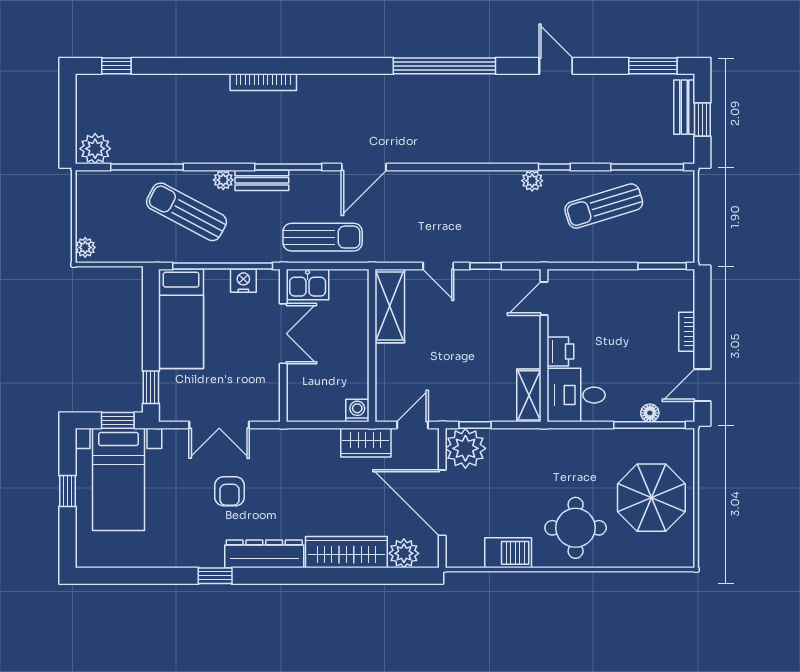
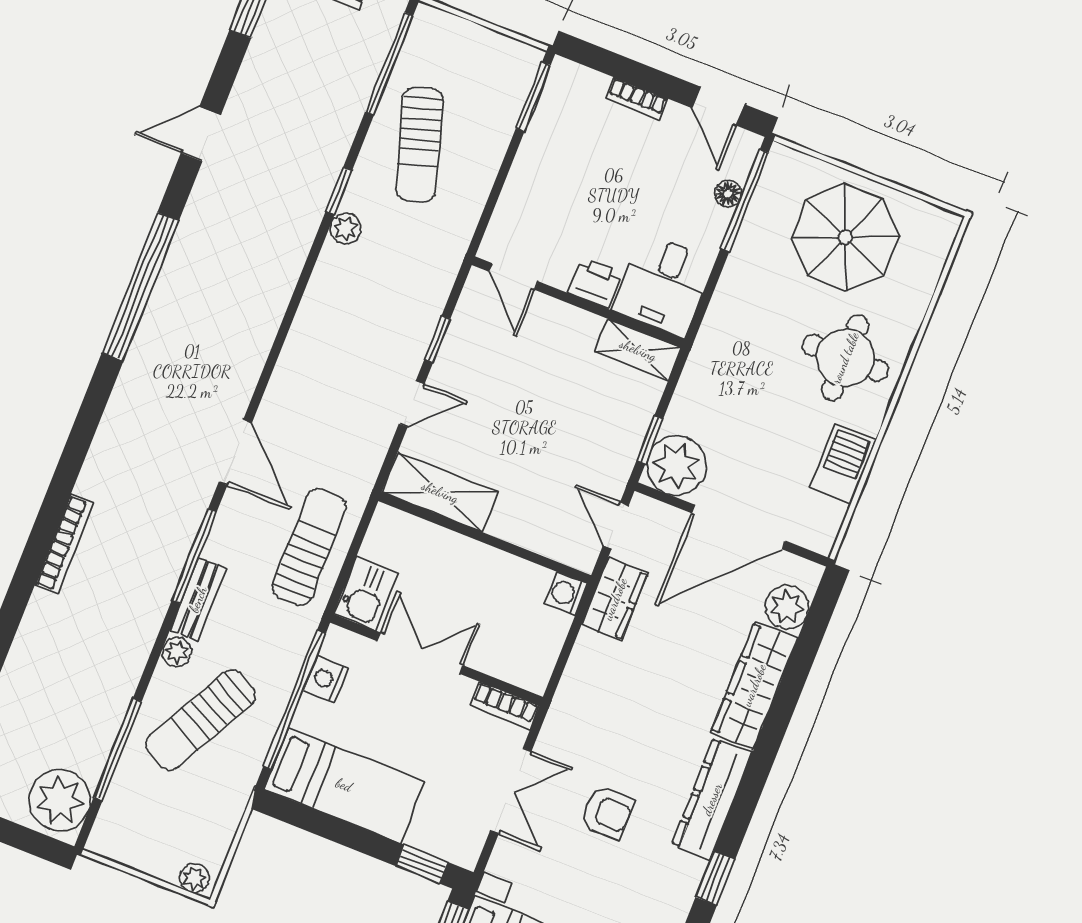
plant: (95, 149) -> (60, 800), width x1.36, depth x1.36
bookcase: (271, 400) -> (505, 706), added

